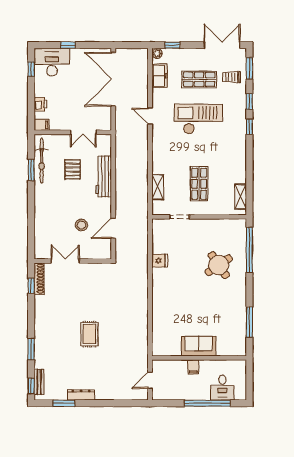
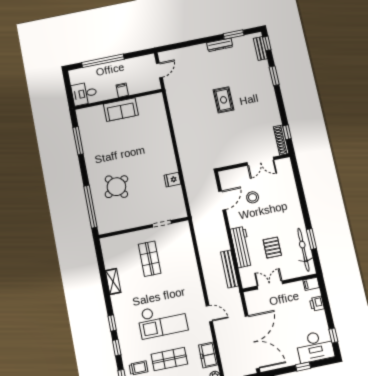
bench: (120, 157) -> (229, 269), added
shelving: (158, 187) -> (188, 247), removed
shelving: (241, 197) -> (113, 282), moved
desk: (222, 388) -> (84, 94), moved, turned -90

